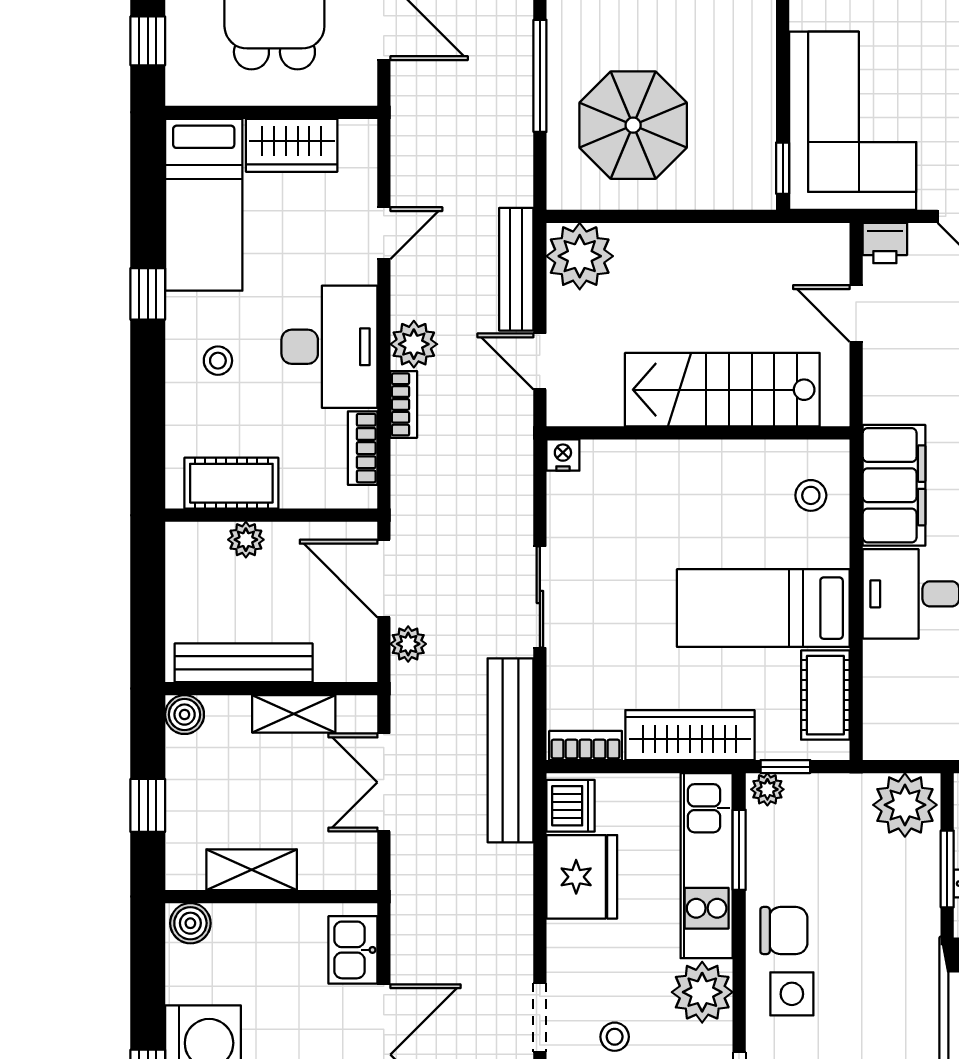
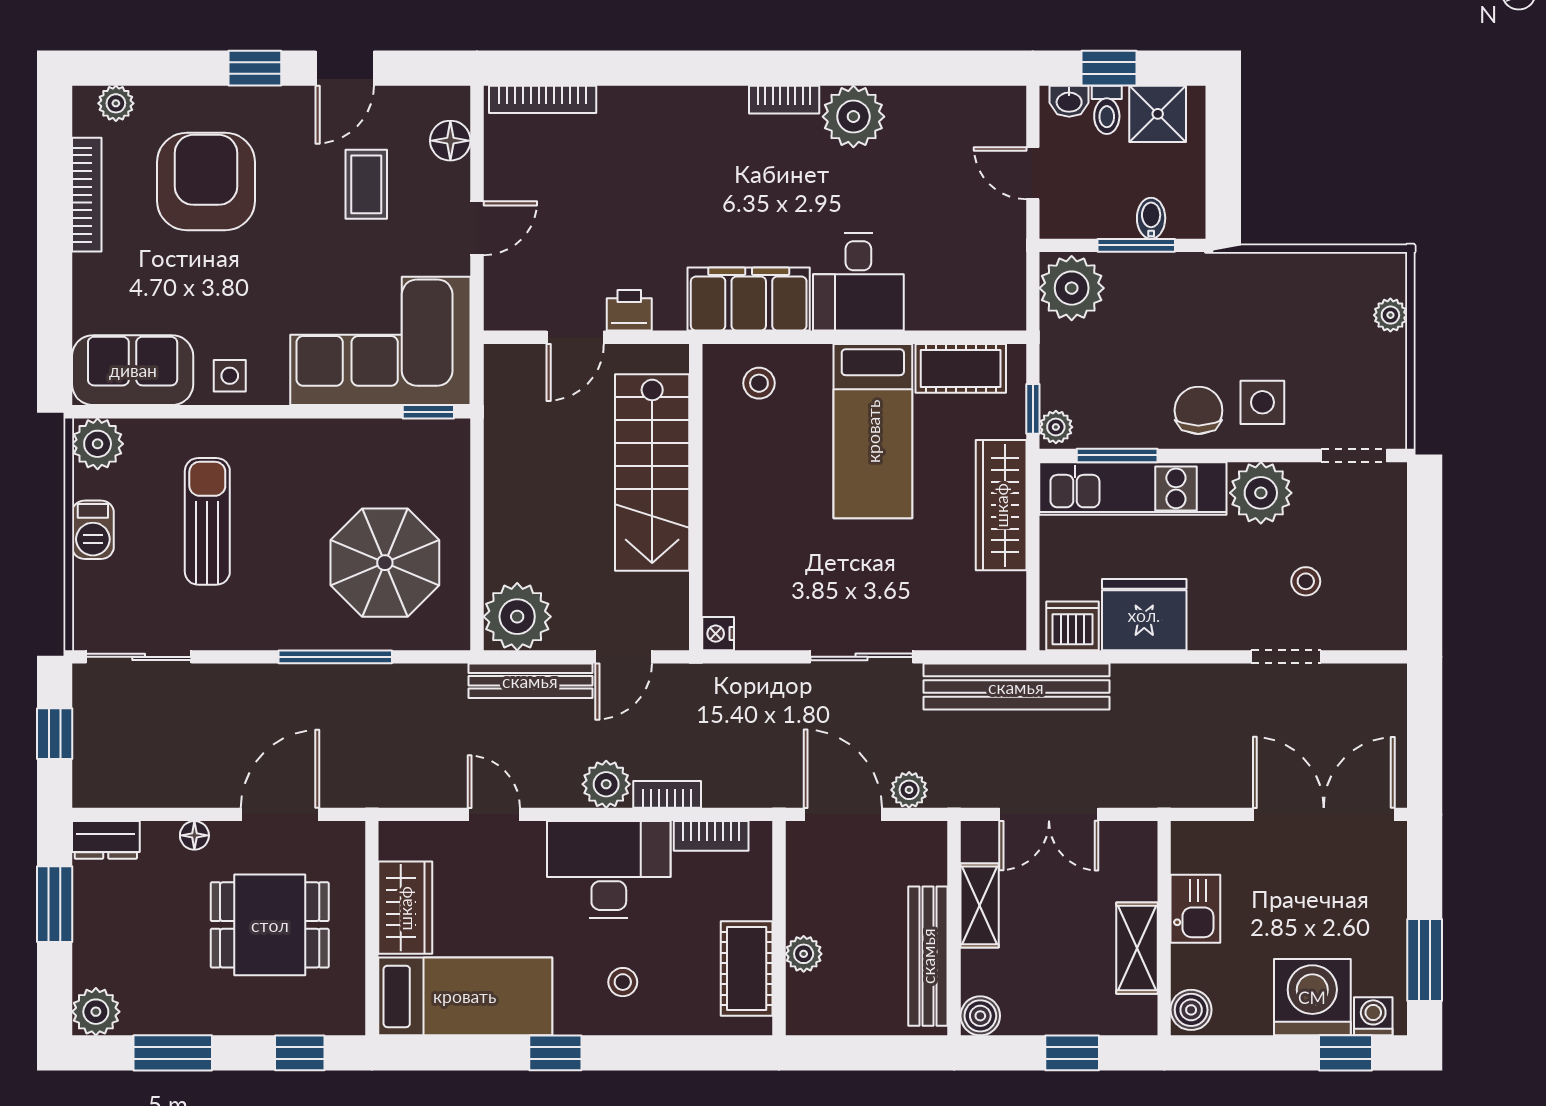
printer: (885, 243) -> (629, 310), moved, turned -90
door: (384, 579) -> (843, 814), swing flipped
bookcase: (586, 746) -> (1012, 611), removed
kitchen sink: (353, 950) -> (1195, 909), moved, turned -90

